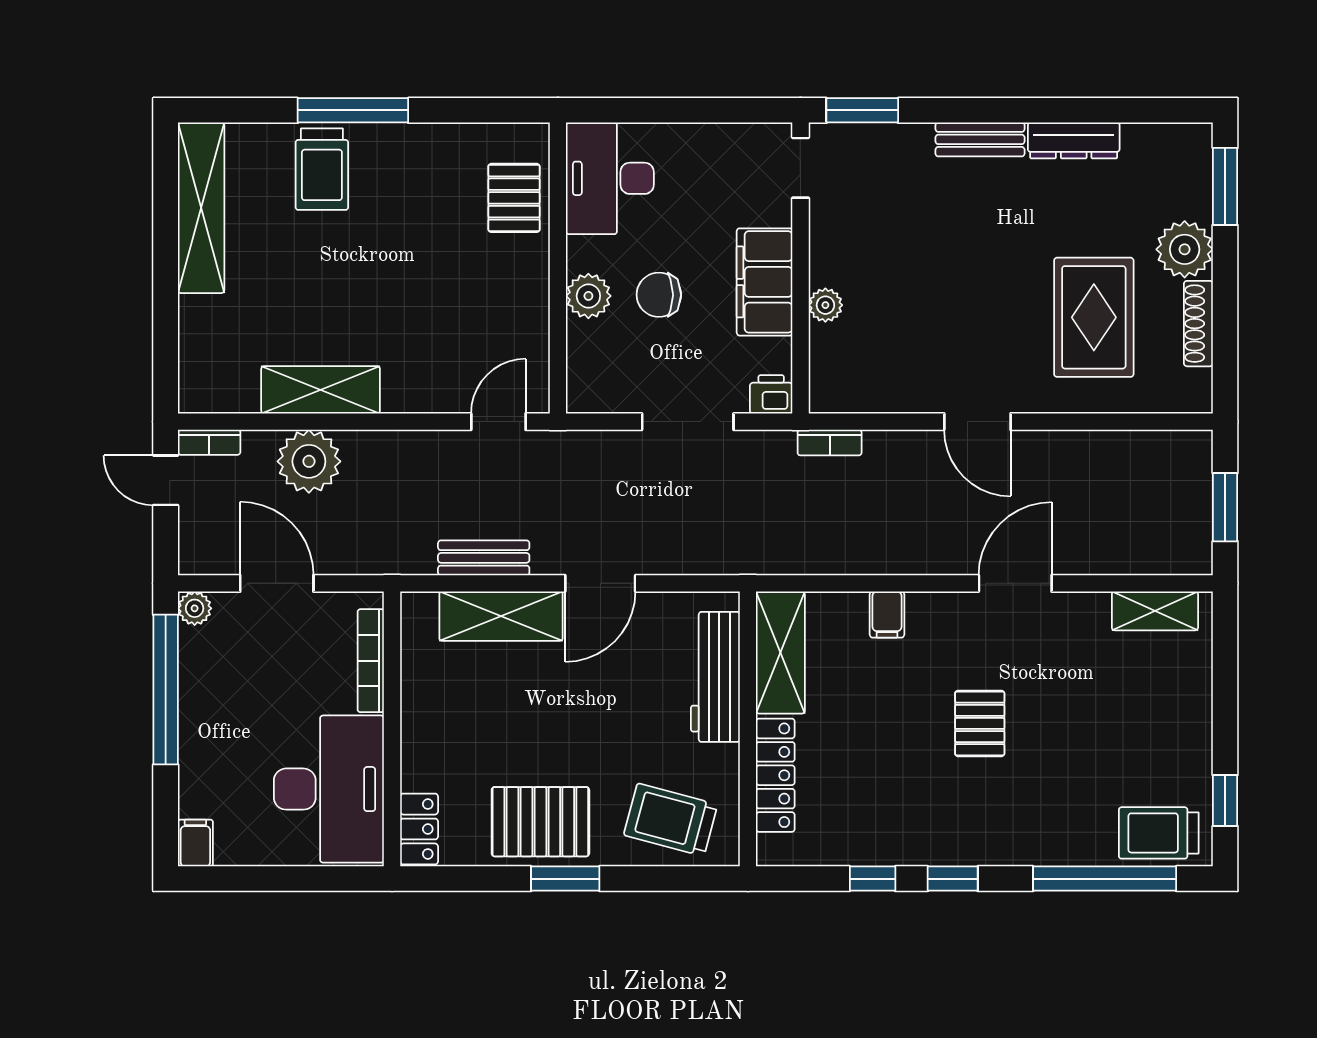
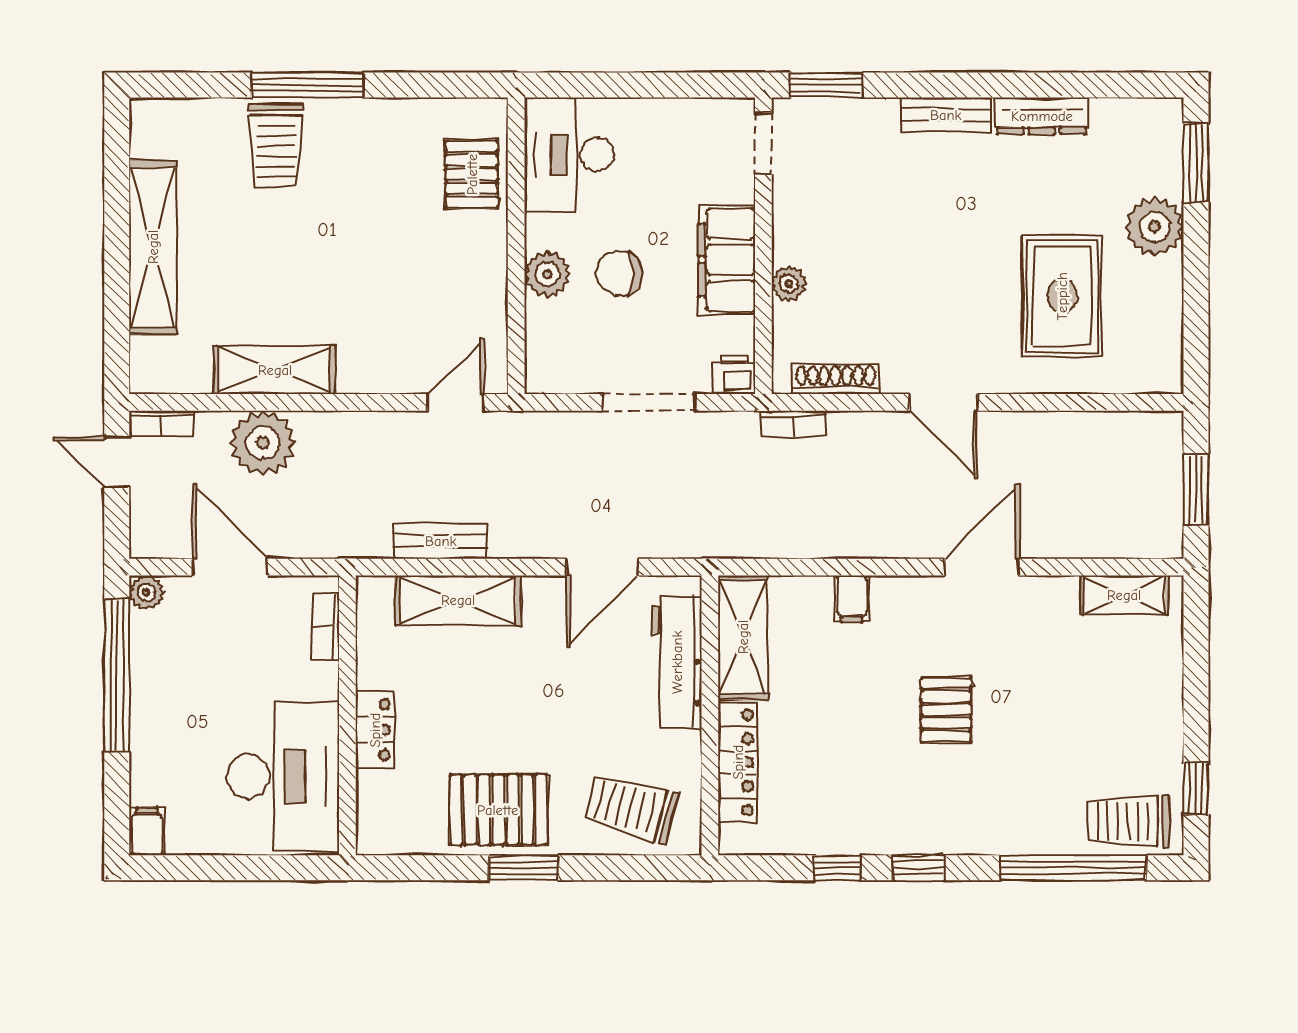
shelving: (201, 208) -> (153, 247), moved
shoe rack: (1198, 324) -> (836, 379), moved, turned 90
door: (600, 583) -> (602, 567), moved
bookcase: (371, 661) -> (326, 627), width x0.64
locker: (419, 829) -> (375, 730), moved

